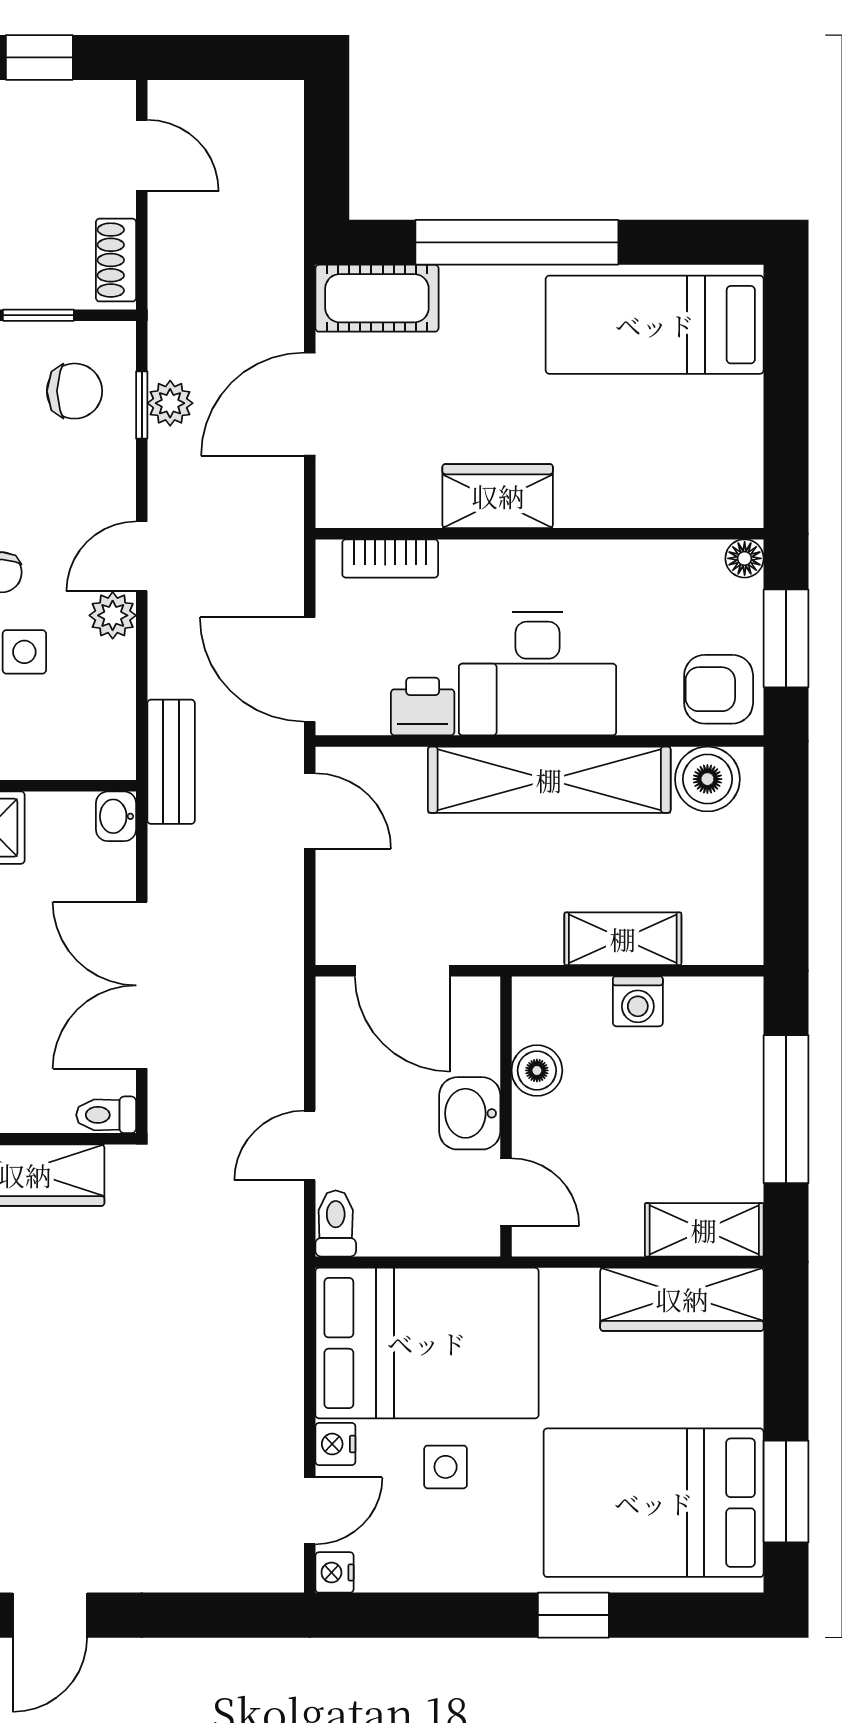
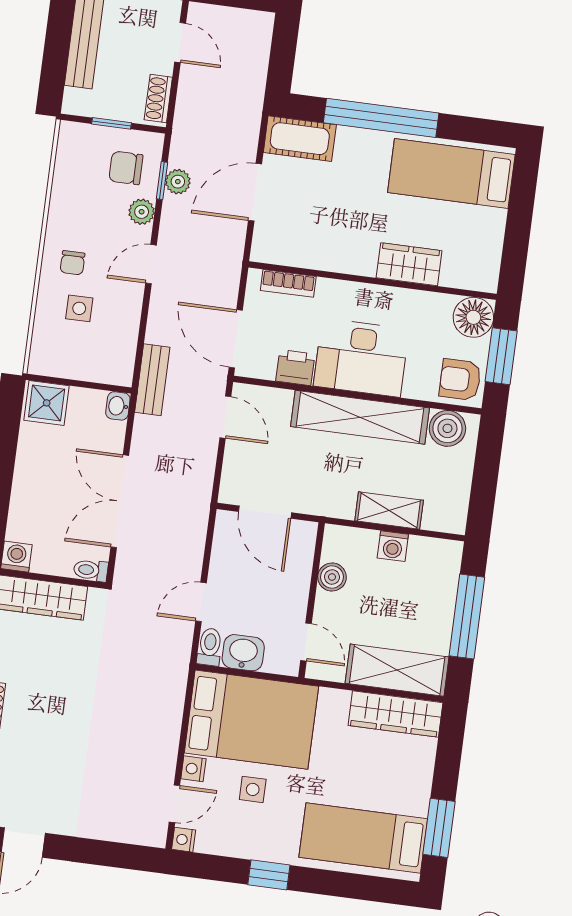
chair: (74, 391) -> (126, 168), turned 180
wardrobe: (498, 496) -> (409, 264), moved
floor lamp: (745, 558) -> (473, 317), width x1.89, depth x1.89
plant: (113, 615) -> (142, 212), moved
washbasin: (470, 1113) -> (243, 653), moved, turned 90
shelving: (704, 1230) -> (397, 670), width x1.50, depth x1.33
bed: (654, 1503) -> (363, 838), width x0.67
window: (573, 1615) -> (269, 875), moved

